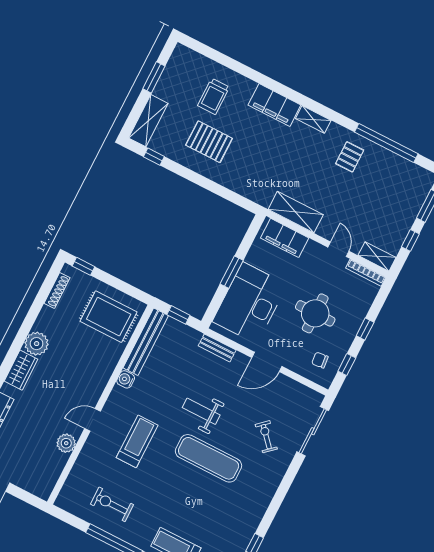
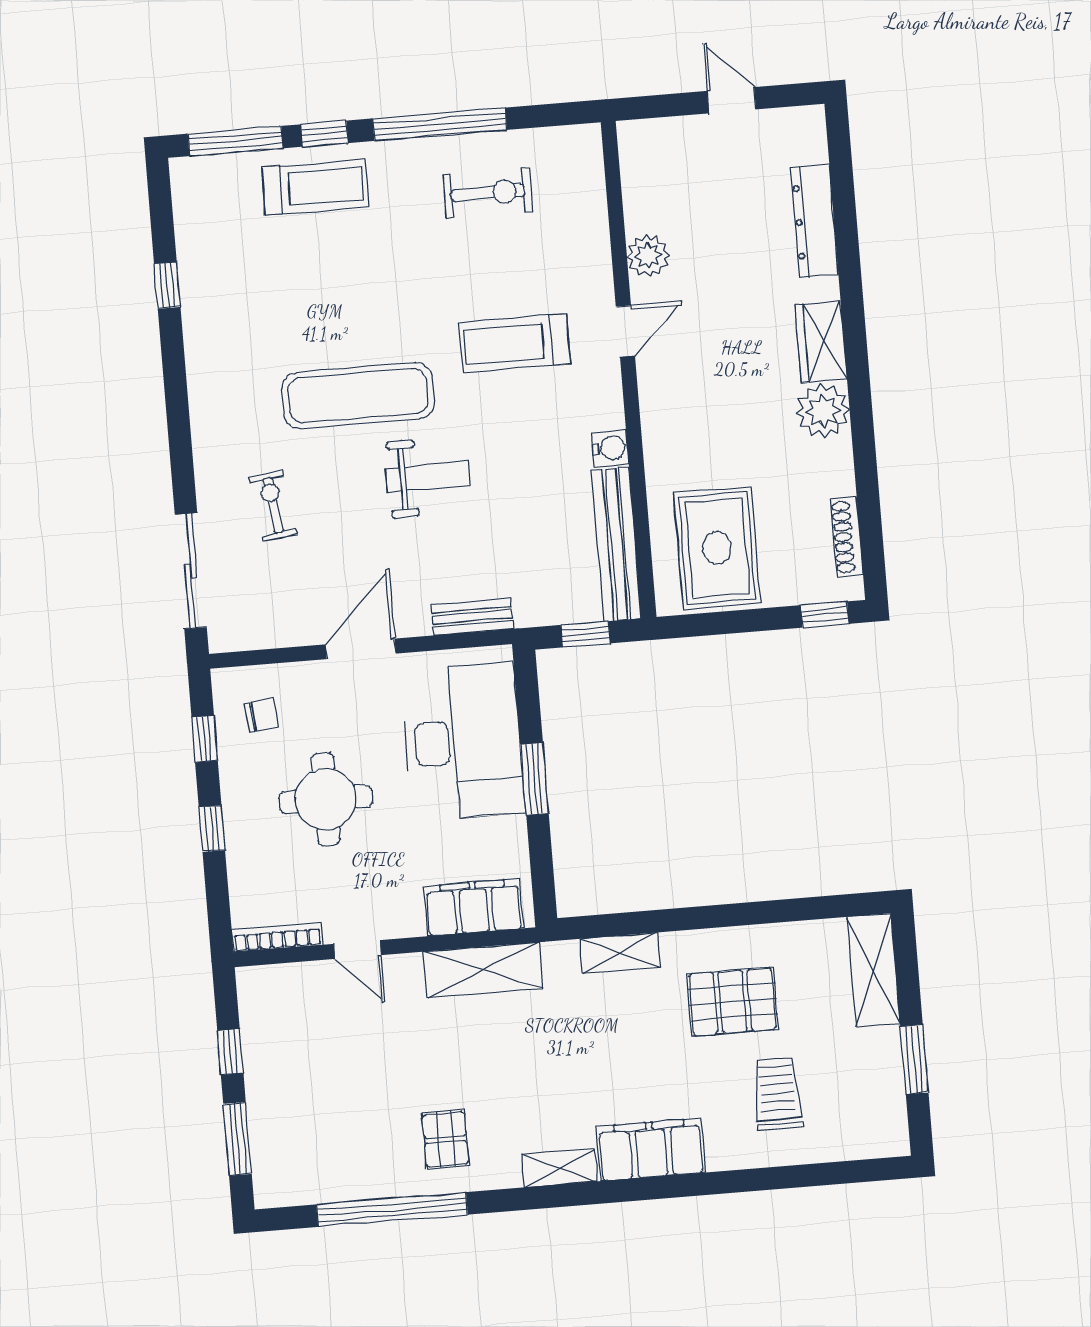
window: (154, 157) -> (820, 908), removed
shelving: (377, 256) -> (620, 953), moved
rug: (109, 317) -> (717, 548), turned 90
exercise bike: (266, 437) -> (273, 505), turned -146
treadmill: (137, 441) -> (515, 343), turned 90

